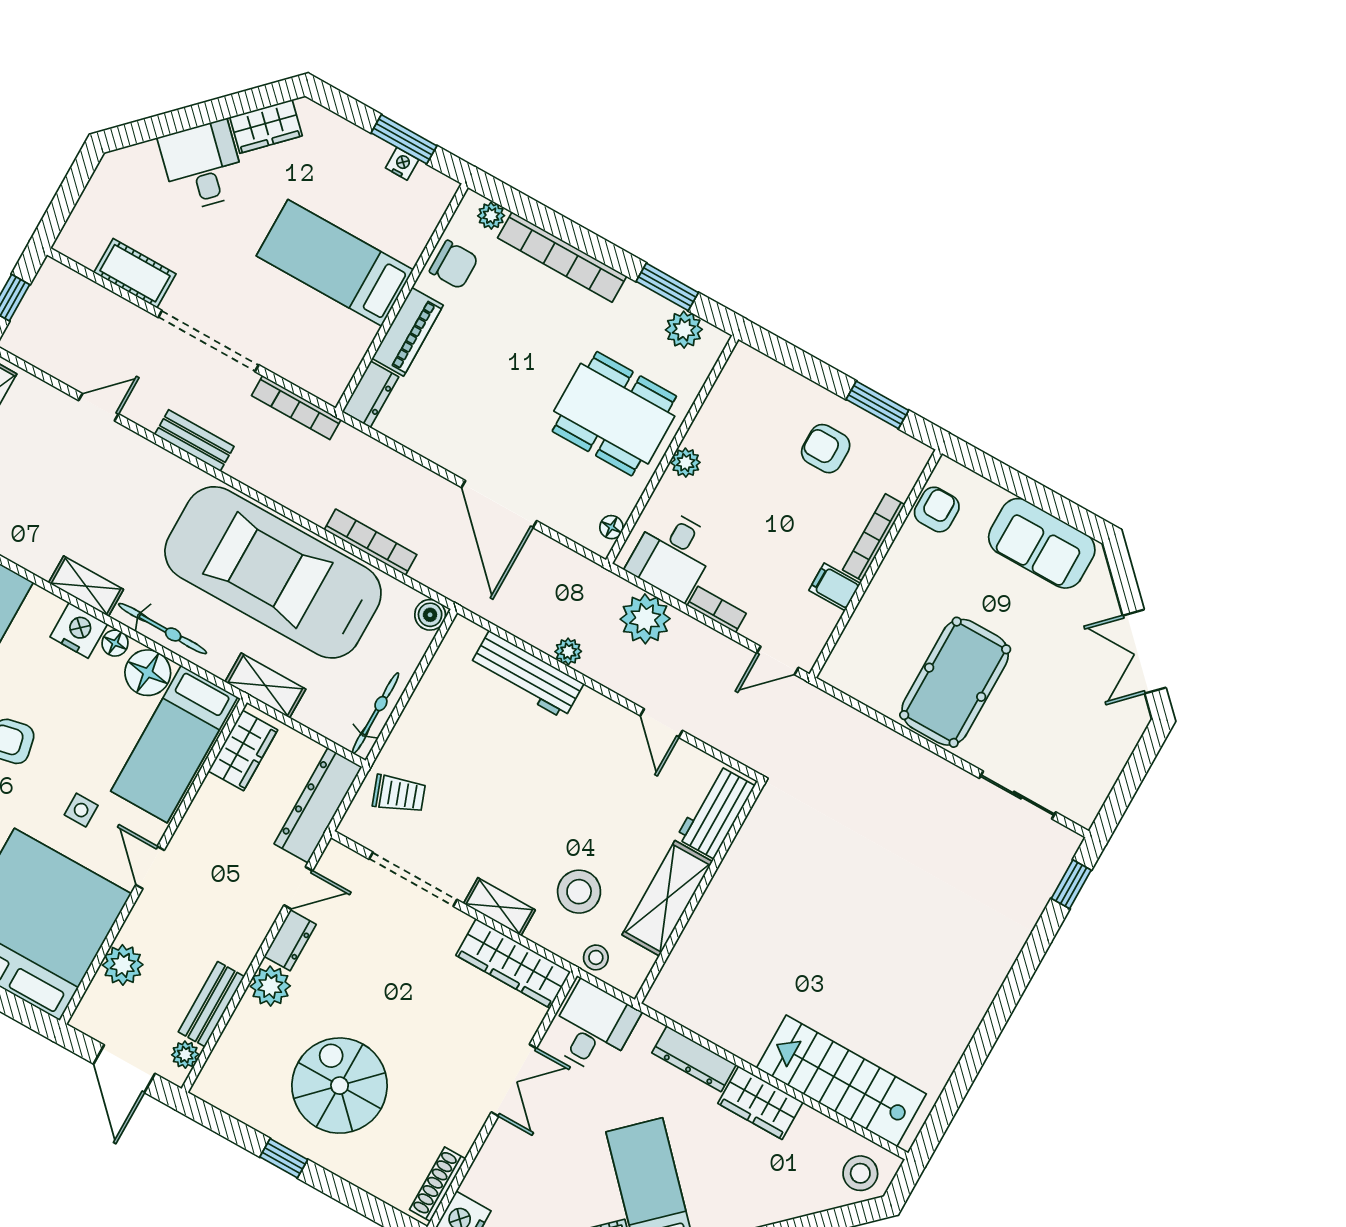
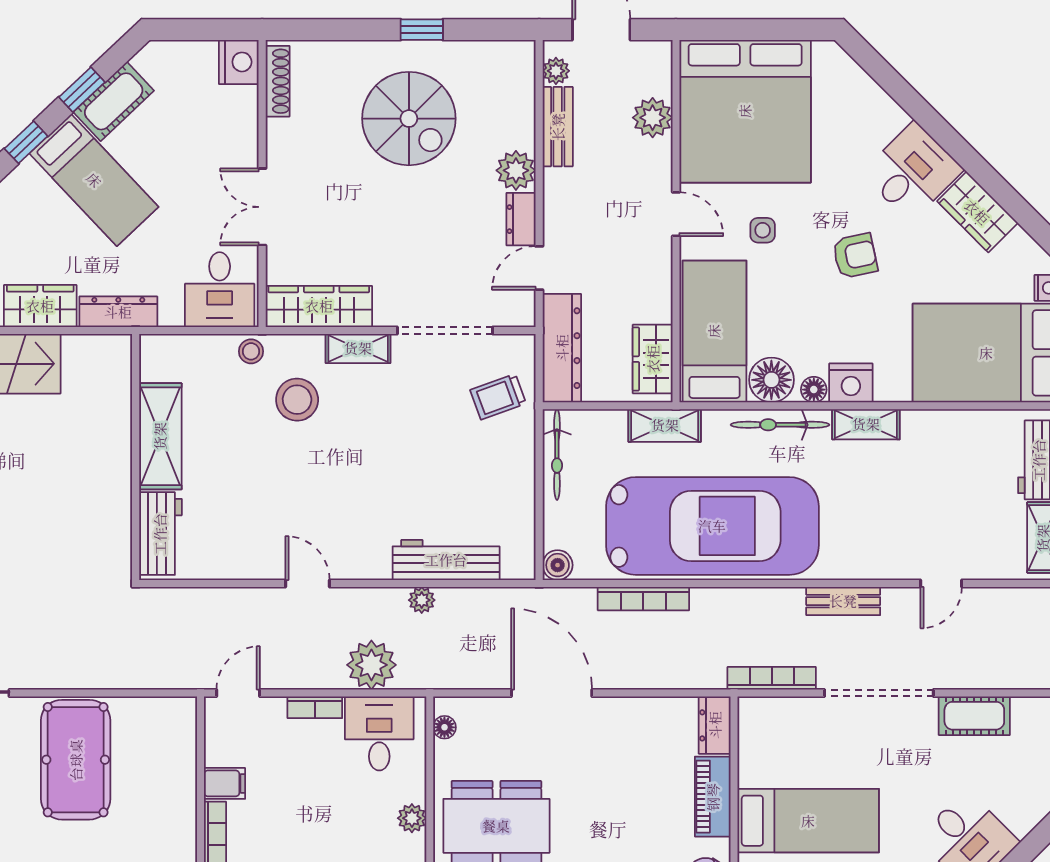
workbench: (716, 812) -> (160, 534), moved
wall: (699, 892) -> (136, 457), moved
shelving: (667, 898) -> (160, 436), moved

